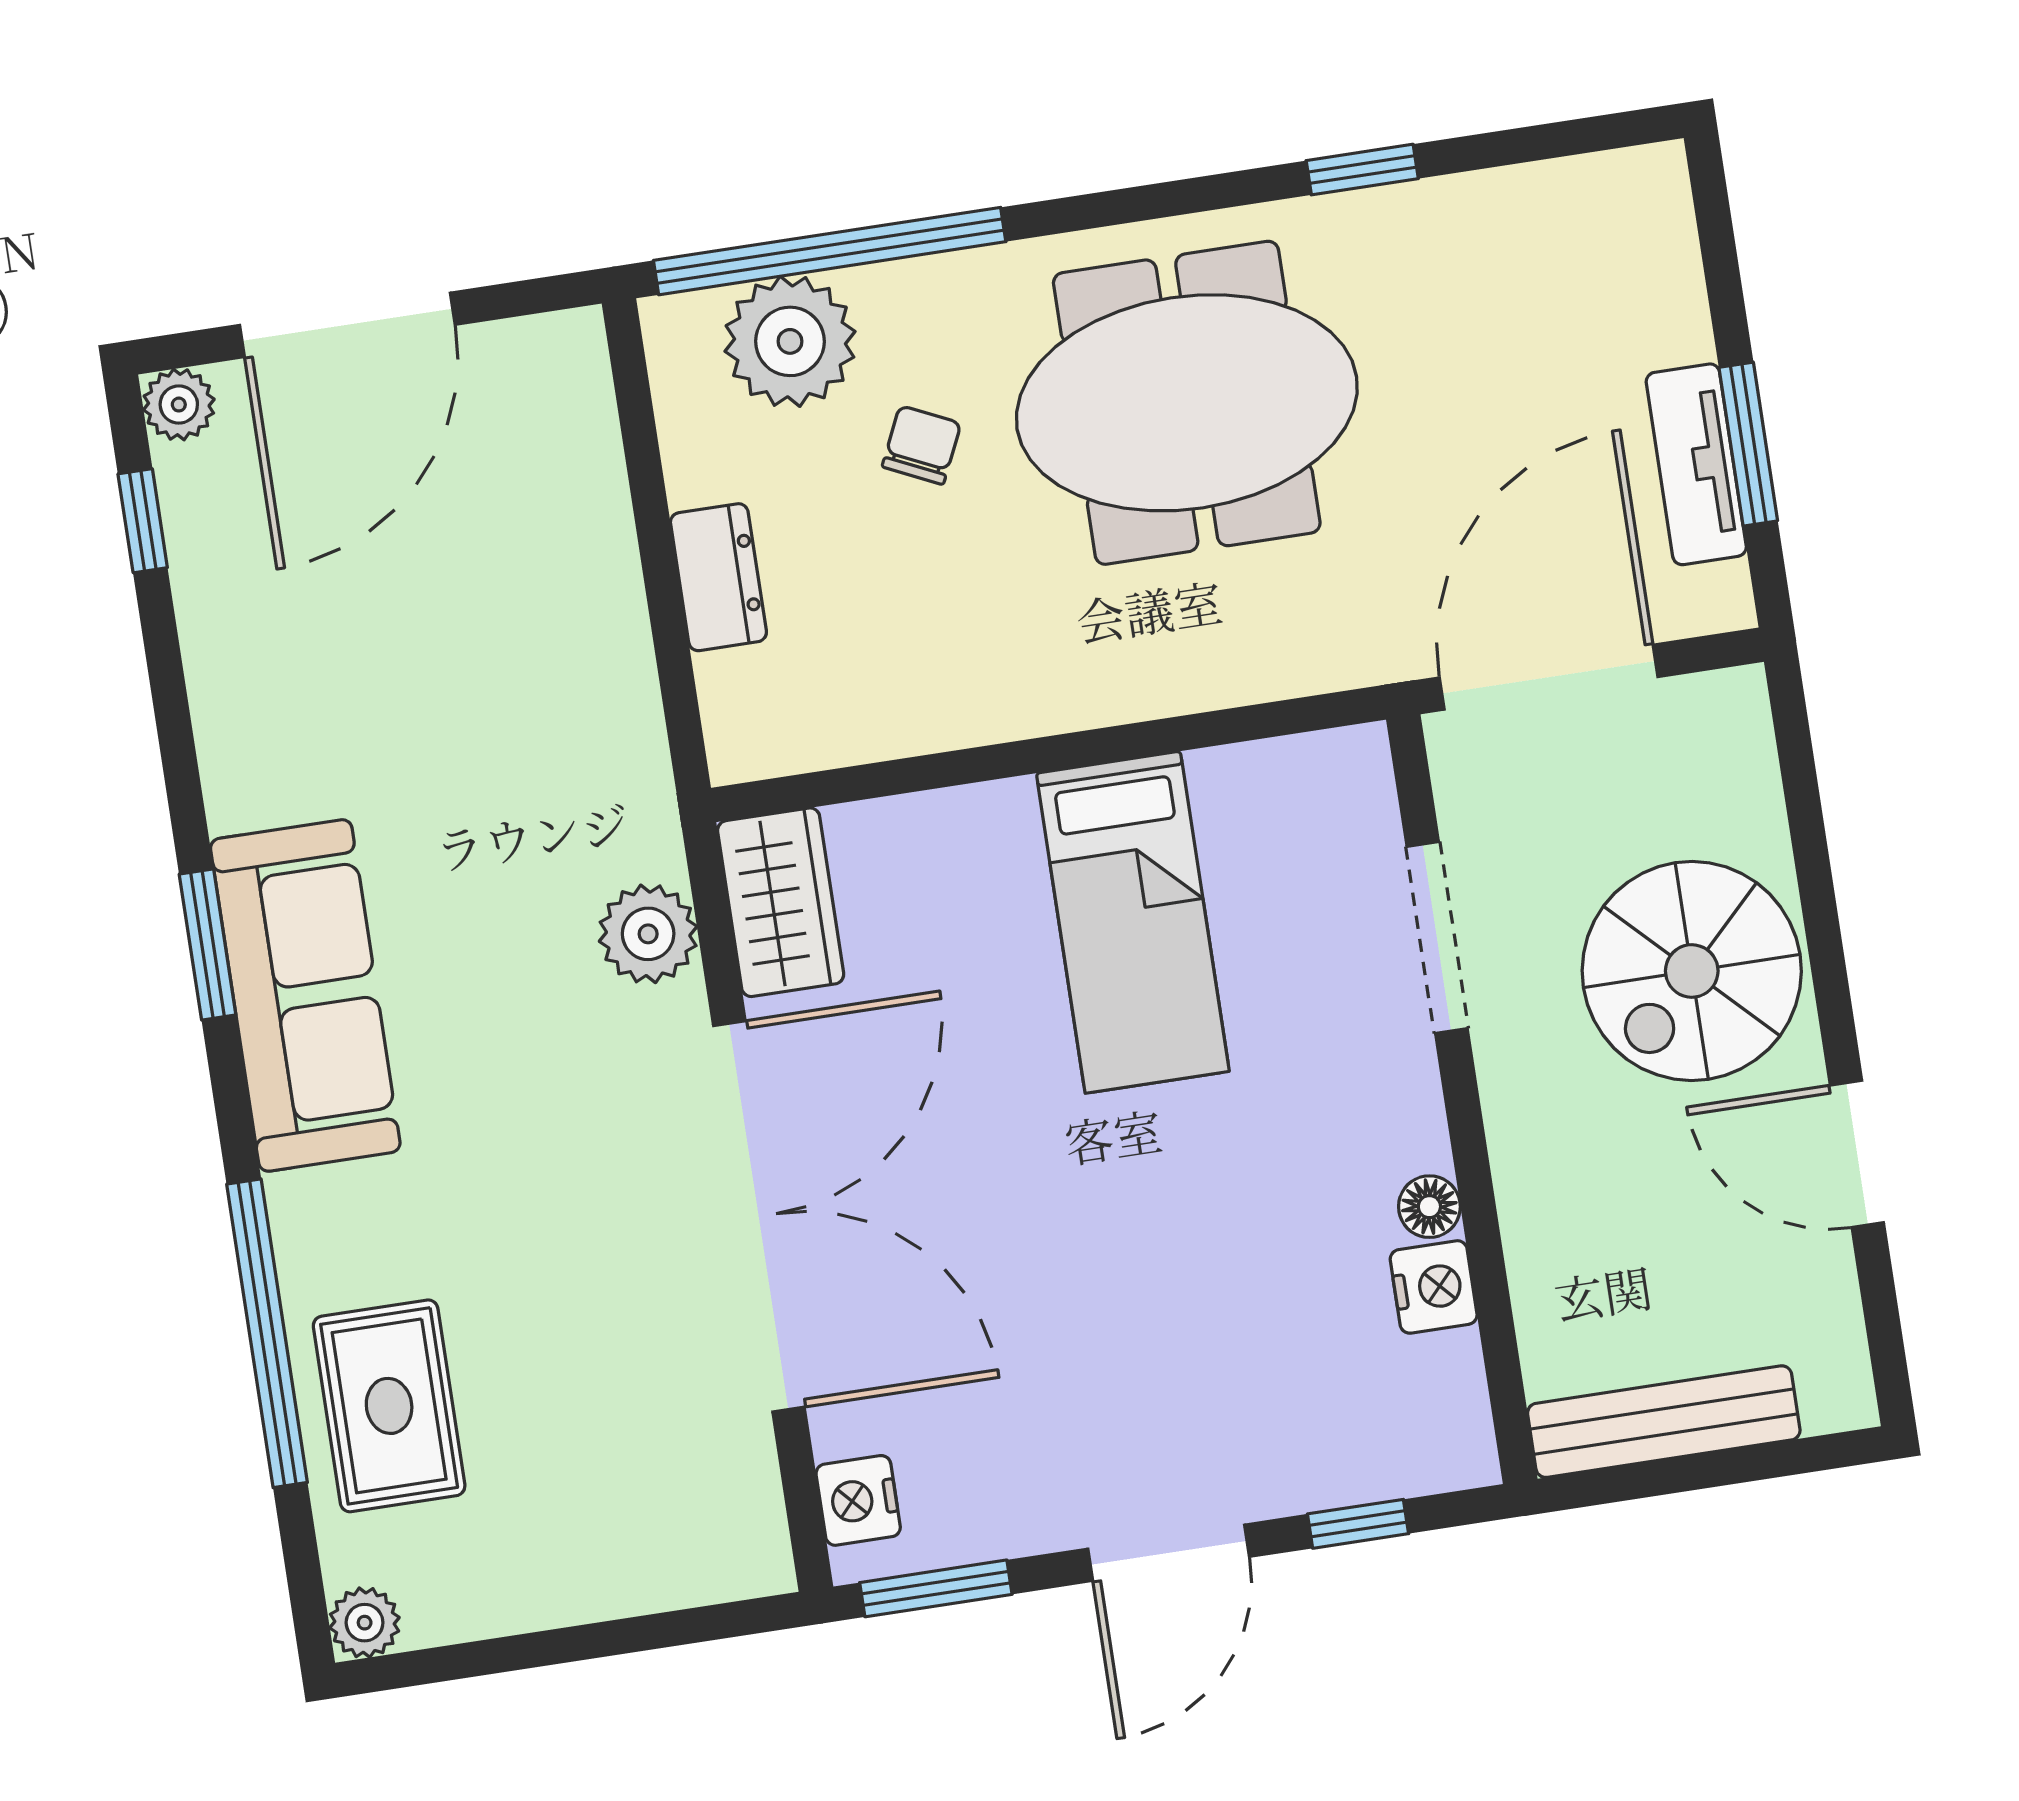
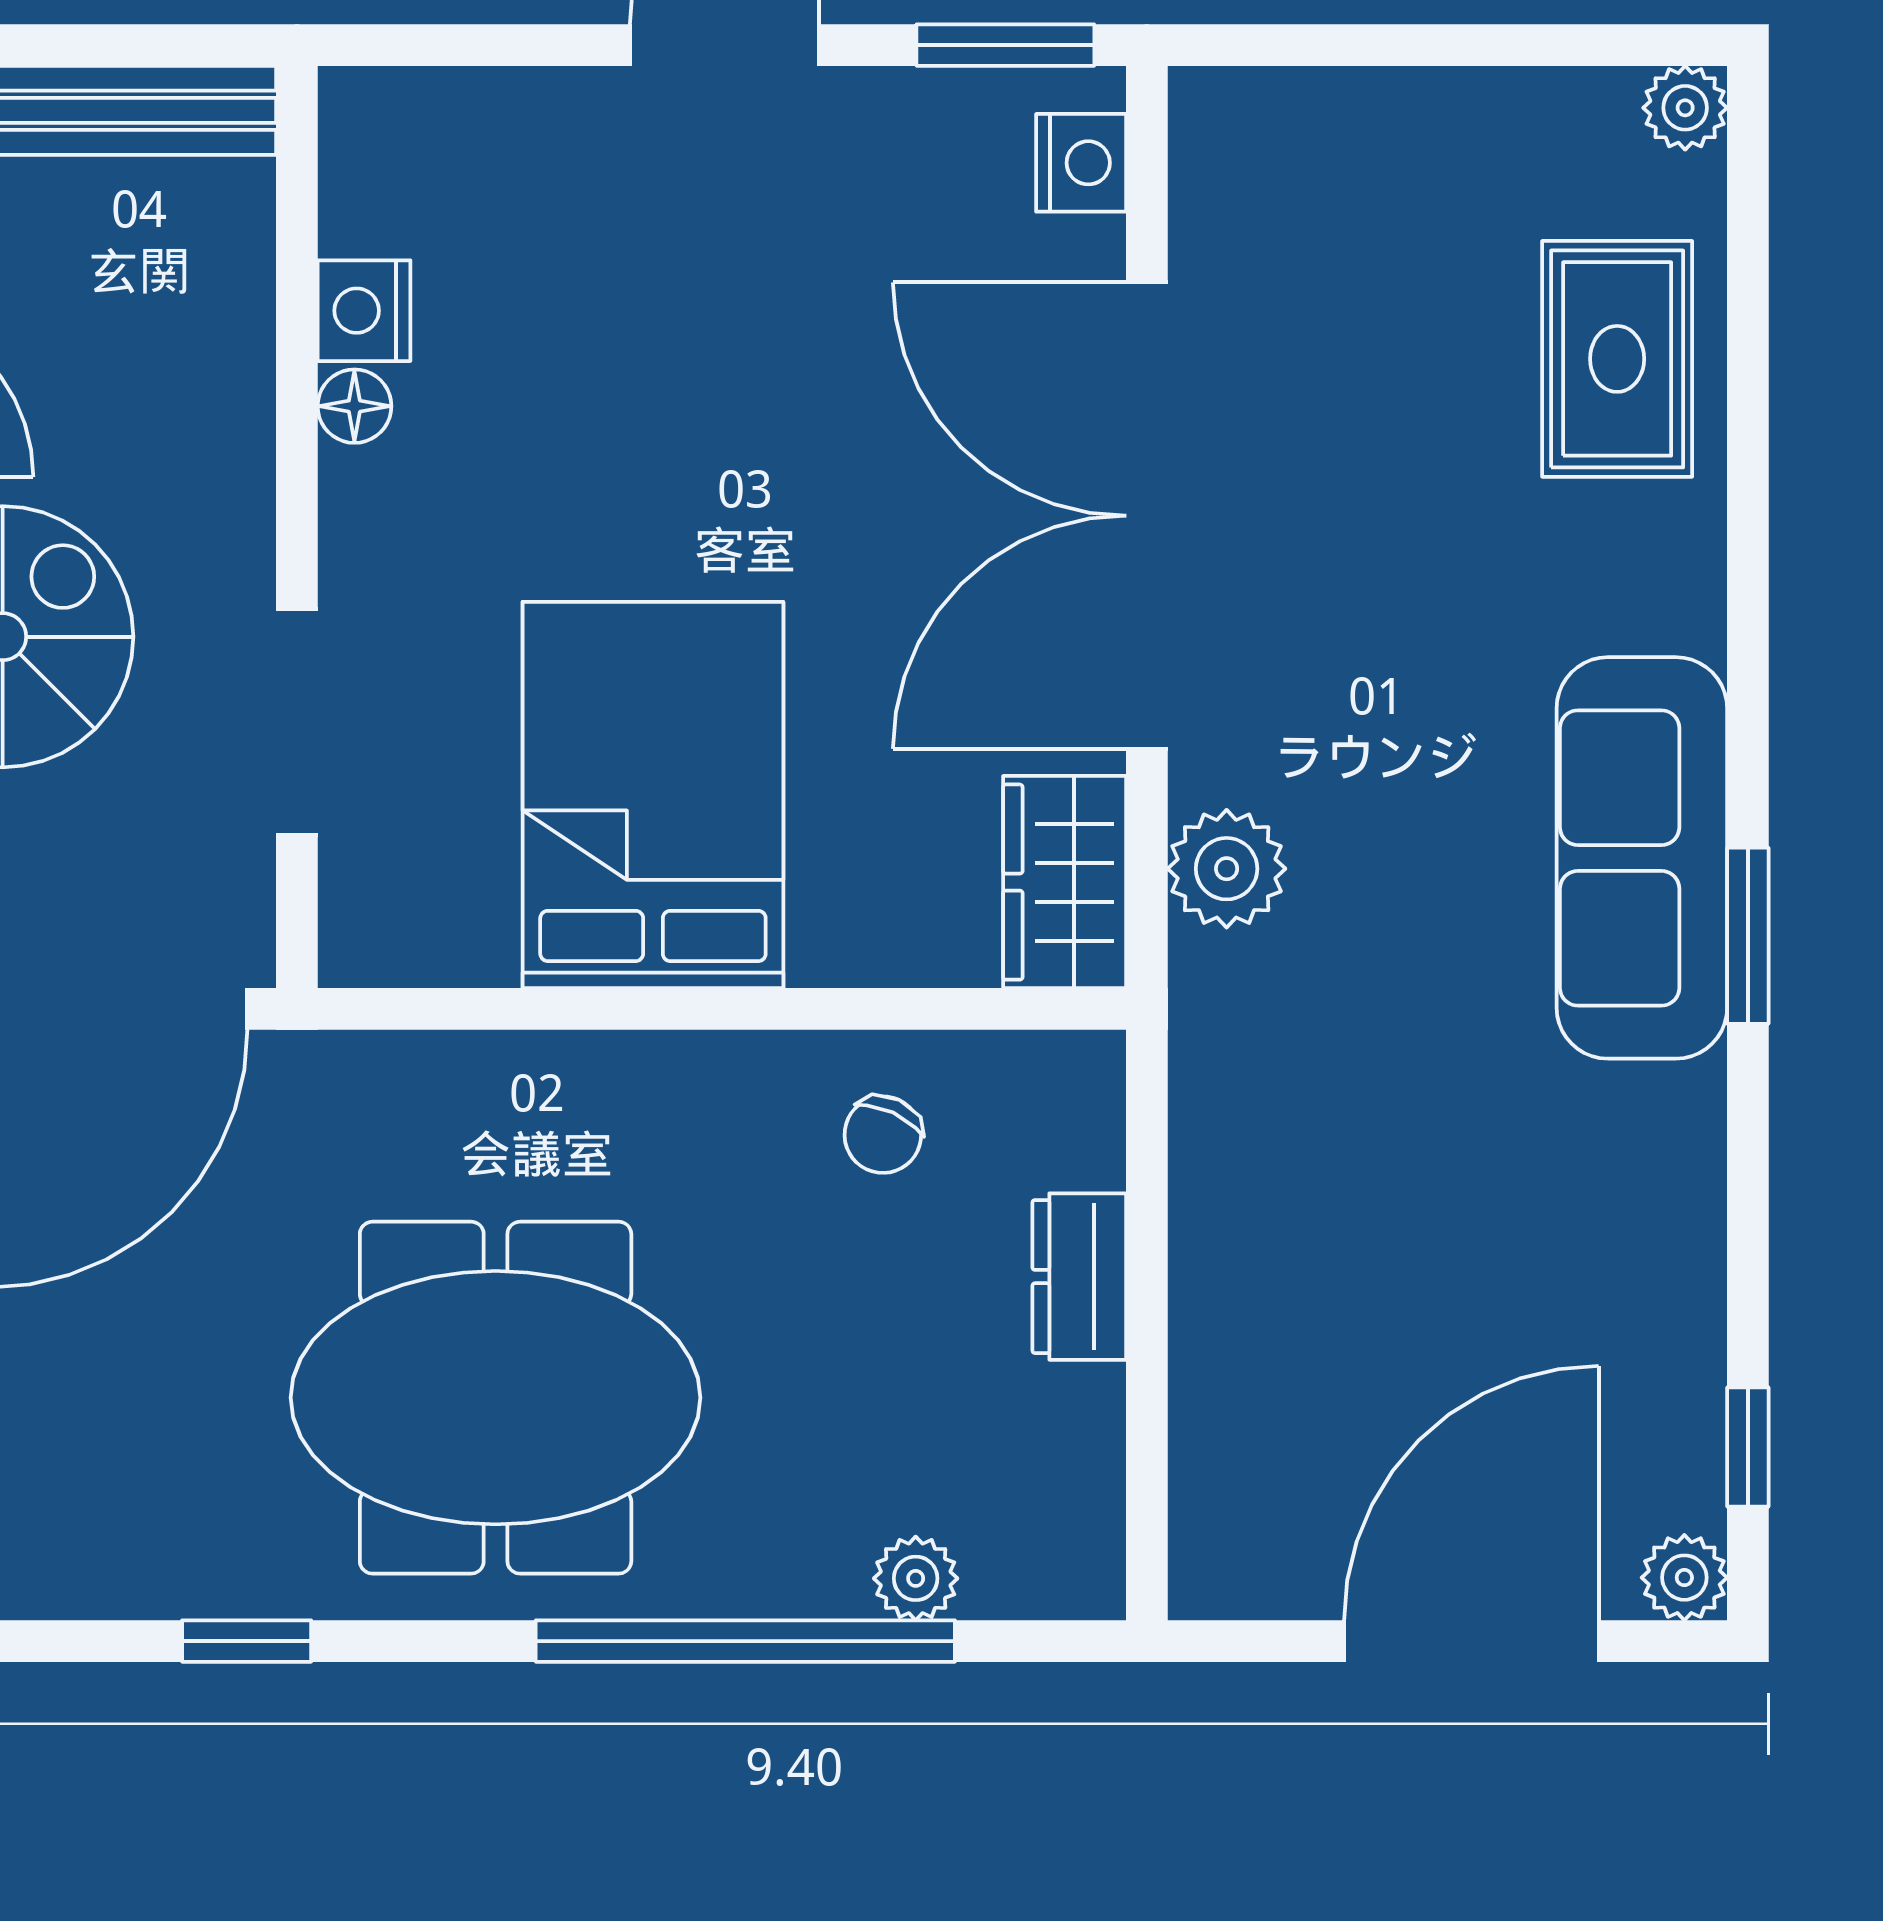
window: (830, 251) -> (745, 1641), moved
plant: (790, 341) -> (916, 1578), width x0.53, depth x0.53
chair: (922, 445) -> (883, 1135), moved
bed: (1133, 922) -> (653, 795), width x1.50
window: (267, 1333) -> (1748, 467), removed
window: (1358, 1524) -> (496, 45), removed

